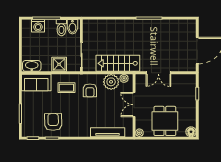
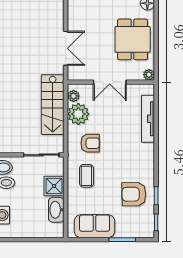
washbasin: (32, 66) -> (56, 210), moved
sofa: (36, 82) -> (95, 226), moved, turned -90
dining table: (165, 121) -> (133, 39), turned 90

